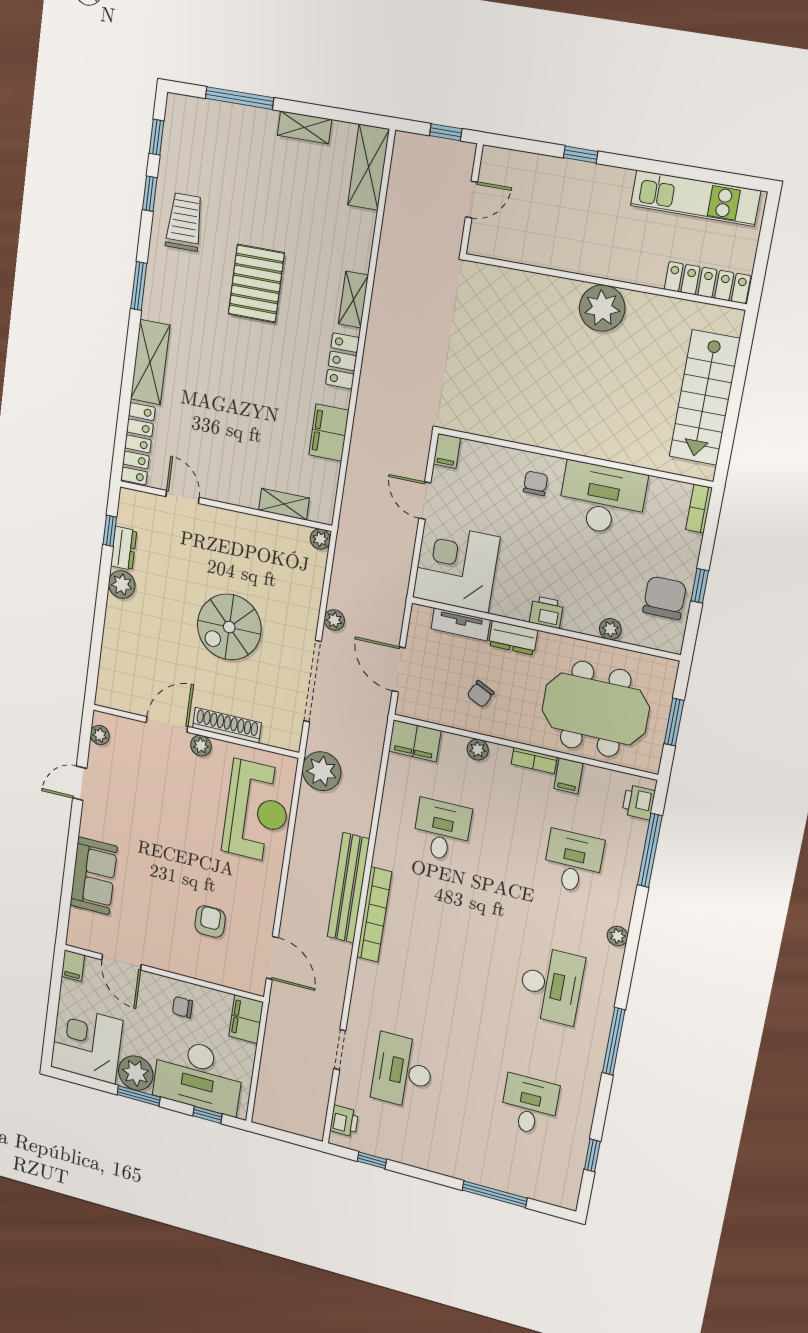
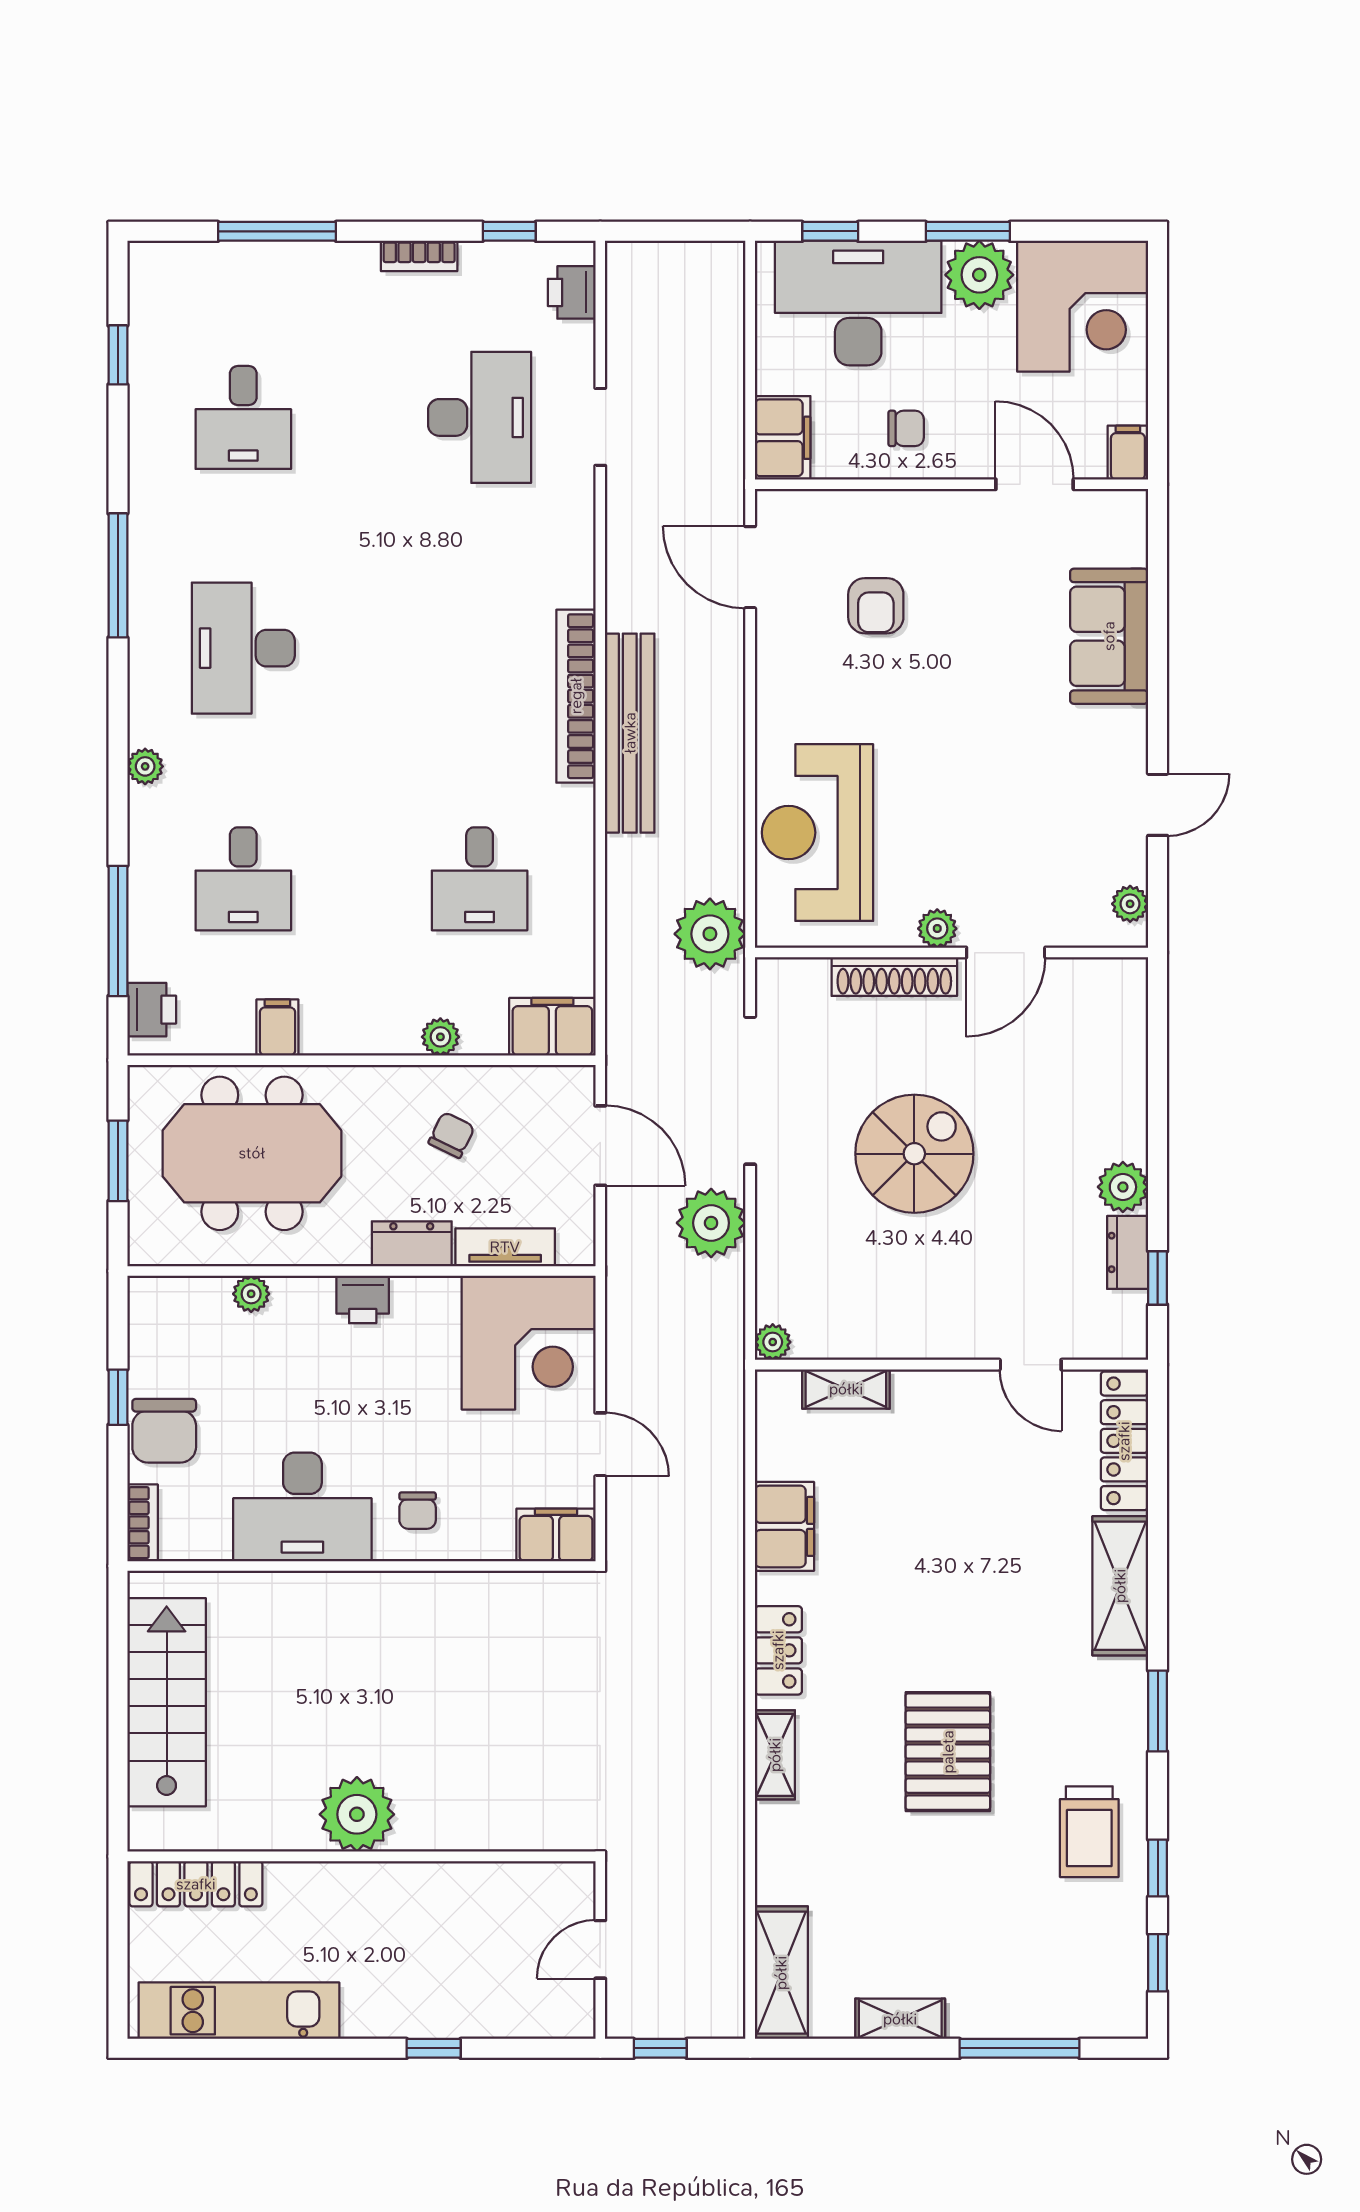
filing cabinet: (447, 451) -> (556, 1535), width x2.00
chair: (665, 598) -> (164, 1431), moved
plant: (334, 620) -> (711, 1223), width x1.88, depth x1.88
bookcase: (534, 761) -> (419, 256), moved, turned 180

